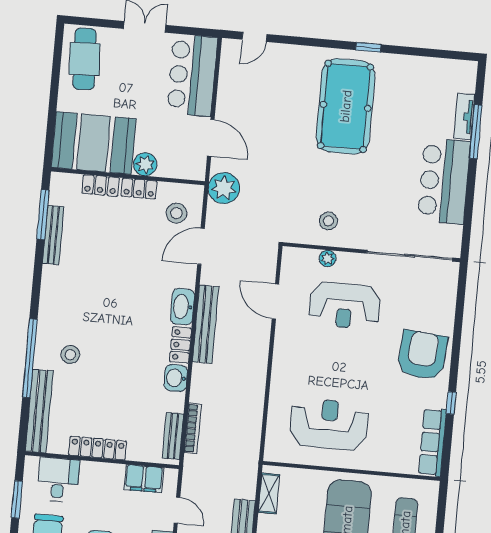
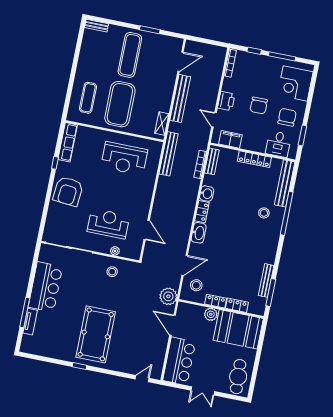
bench: (206, 324) -> (169, 154), moved

